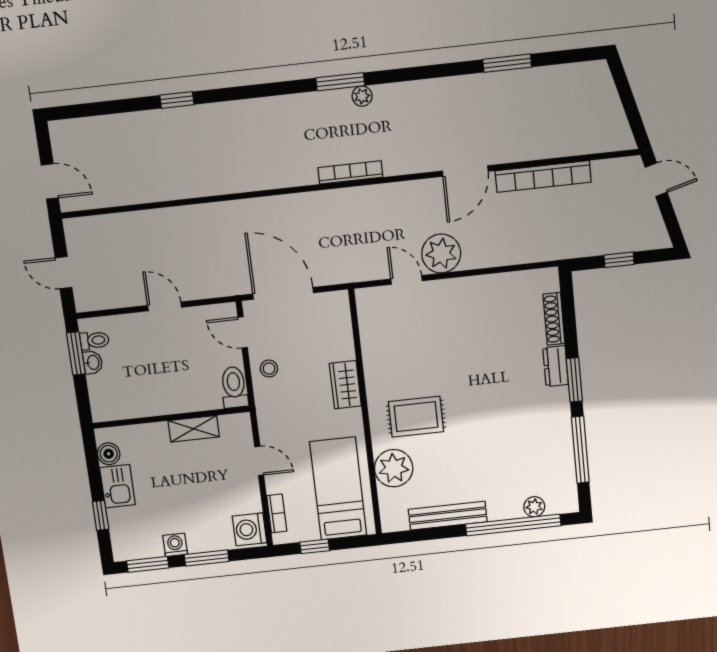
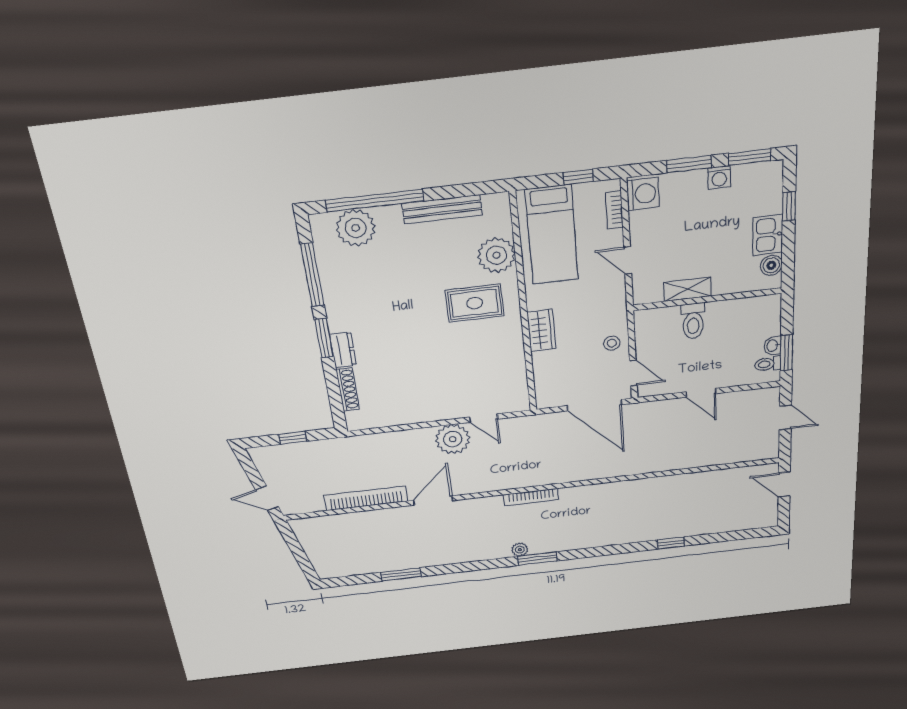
toilet: (234, 387) -> (693, 321), moved
plant: (534, 507) -> (356, 228), width x1.88, depth x1.88

